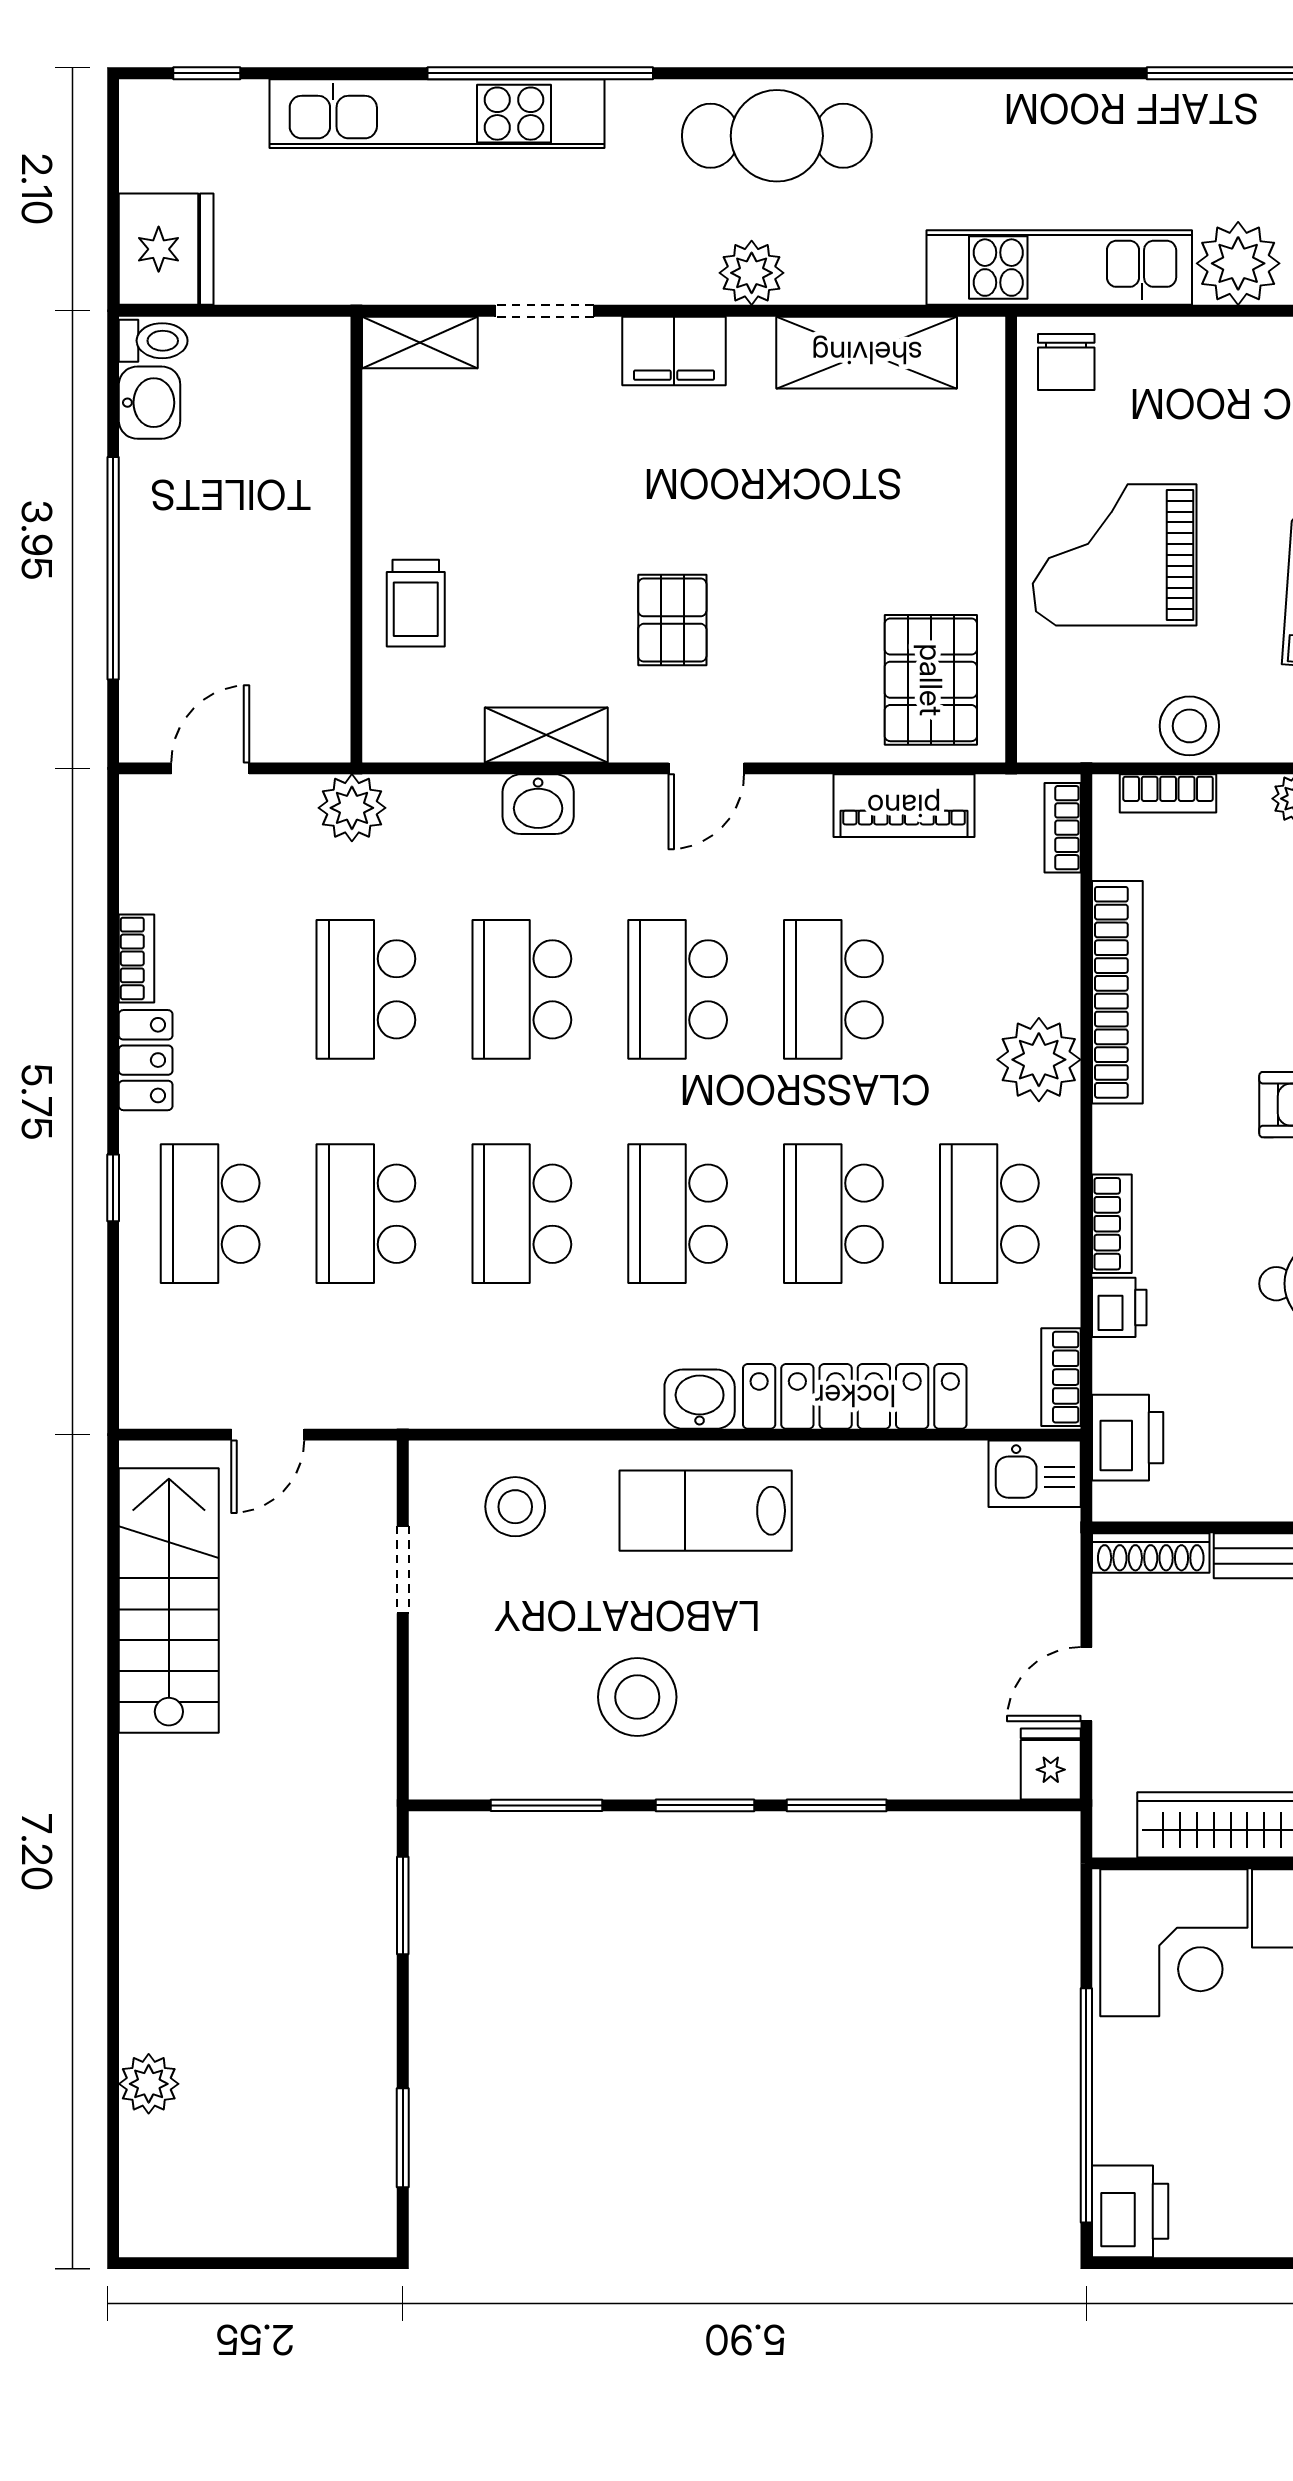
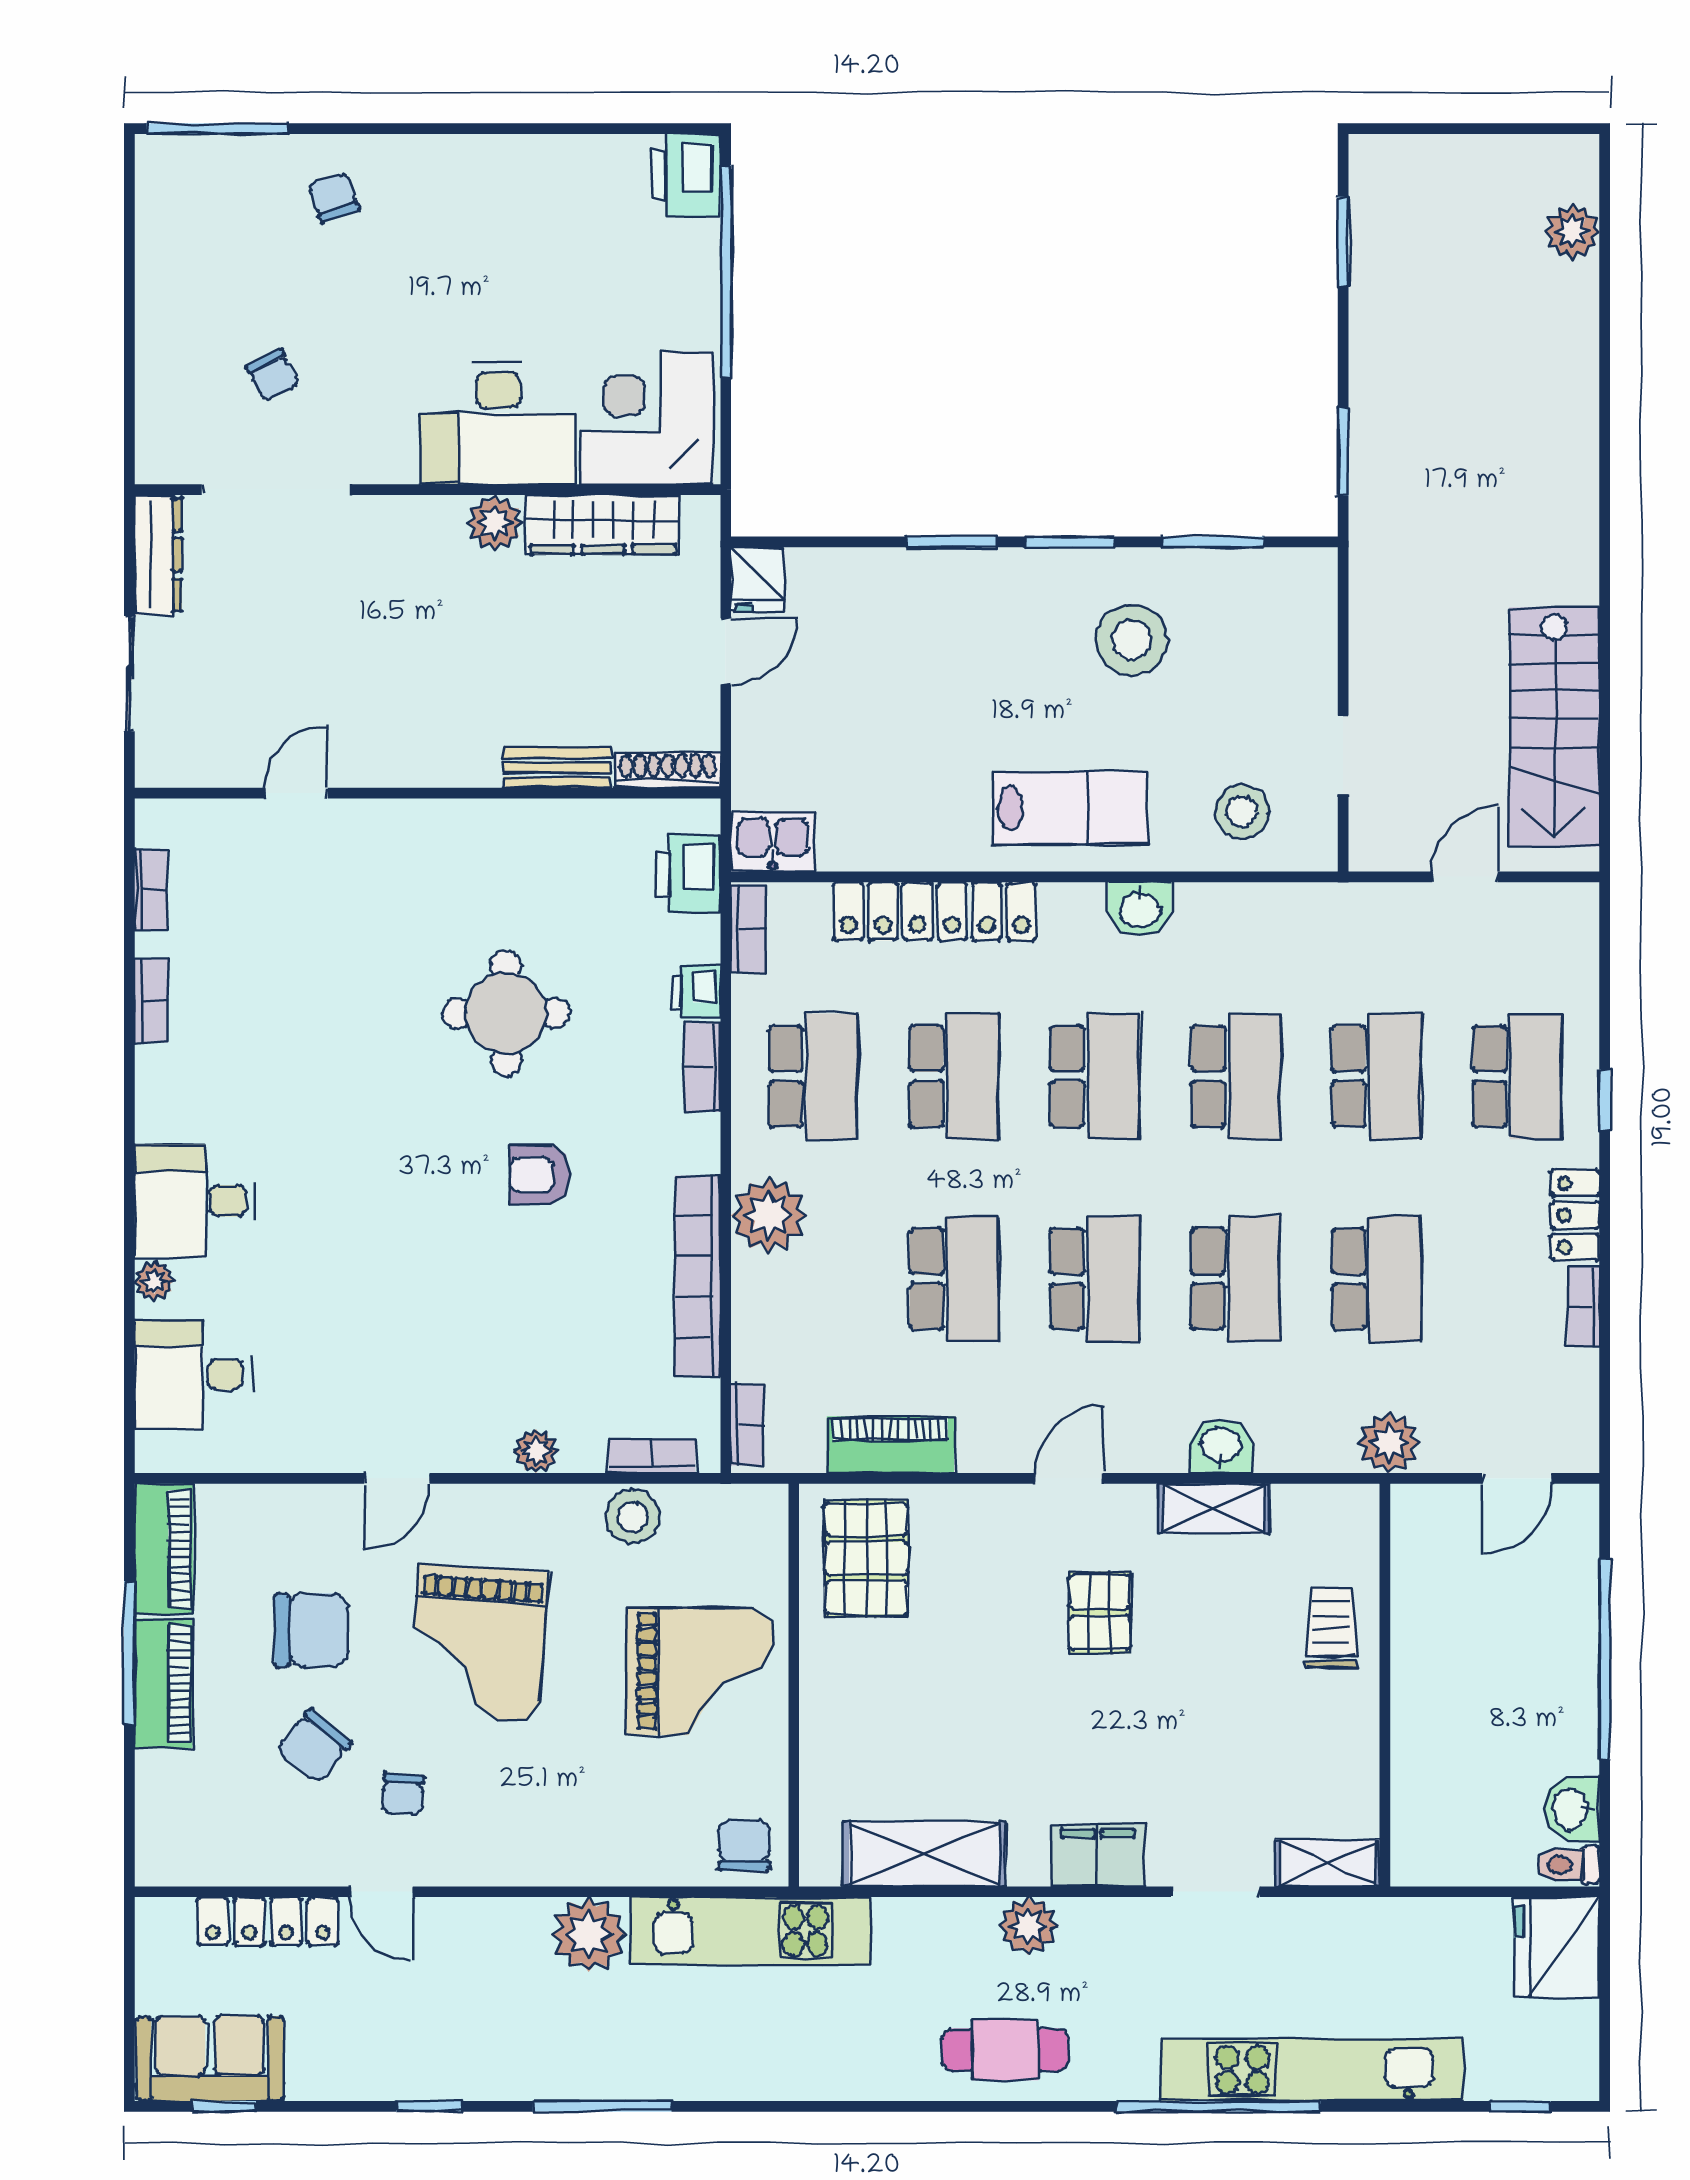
cafe table: (777, 136) -> (1005, 2050), width x0.73, depth x0.74
washbasin: (700, 1399) -> (1140, 909), moved
plant: (149, 2084) -> (1573, 231), moved

